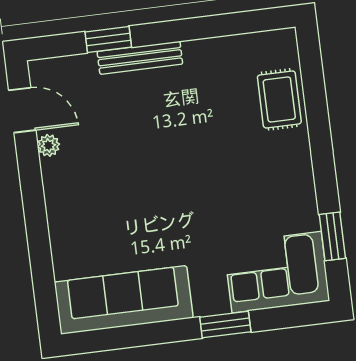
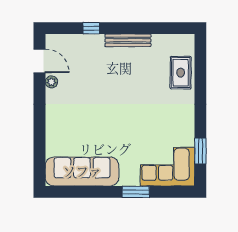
window: (108, 39) -> (91, 28), width x0.67
bench: (140, 58) -> (128, 40), moved

